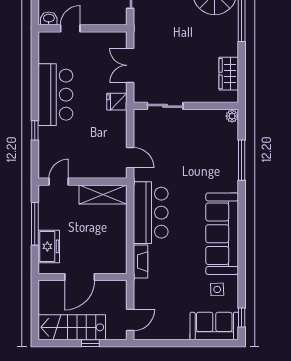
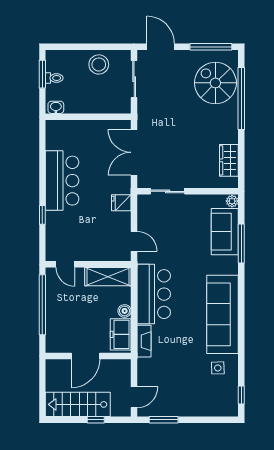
door: (70, 28) -> (76, 117), removed
double door: (130, 65) -> (134, 152), width x1.37
fridge: (117, 102) -> (121, 203), moved
door: (59, 182) -> (65, 264), swing flipped
window: (35, 224) -> (42, 305), width x1.46
boiler: (120, 230) -> (125, 311), added
freezer: (49, 246) -> (121, 334), moved, turned 180
sofa: (214, 326) -> (225, 232), moved, turned -90
window: (161, 343) -> (164, 420), added

